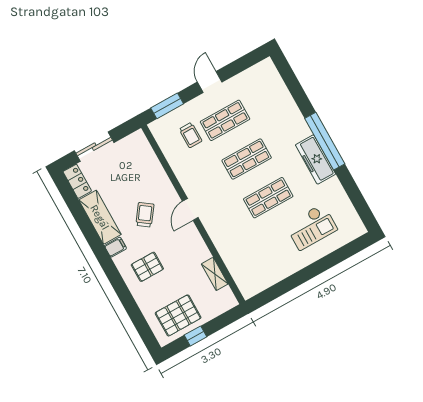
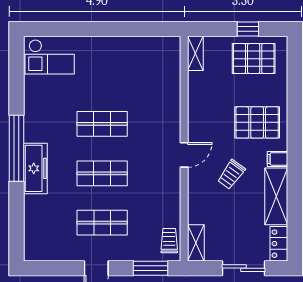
trolley: (190, 135) -> (169, 241), moved
shelving: (143, 146) -> (196, 243), added
freezer: (316, 159) -> (35, 168), moved
checkout: (311, 227) -> (50, 57), moved, turned 180
pallet: (147, 267) -> (257, 122), width x1.50, depth x1.42
shelving: (215, 274) -> (195, 53), moved

